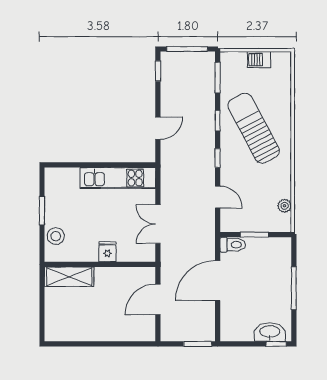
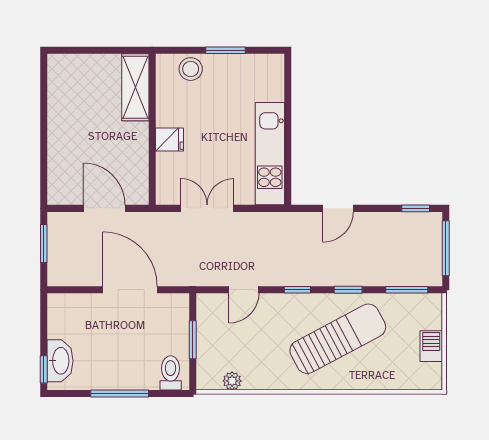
door: (158, 128) -> (338, 208), hinge flipped
toilet: (233, 245) -> (171, 373), moved, turned 180
window: (198, 344) -> (44, 243), moved

